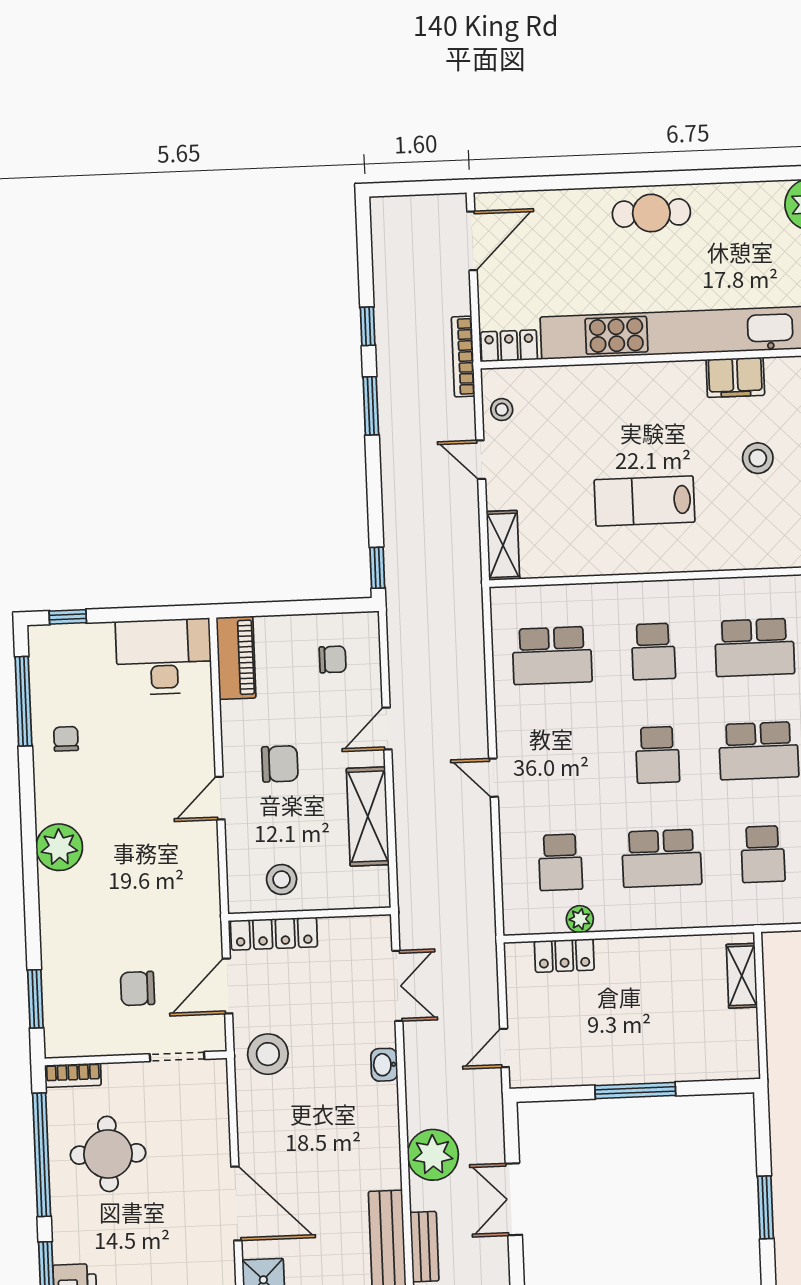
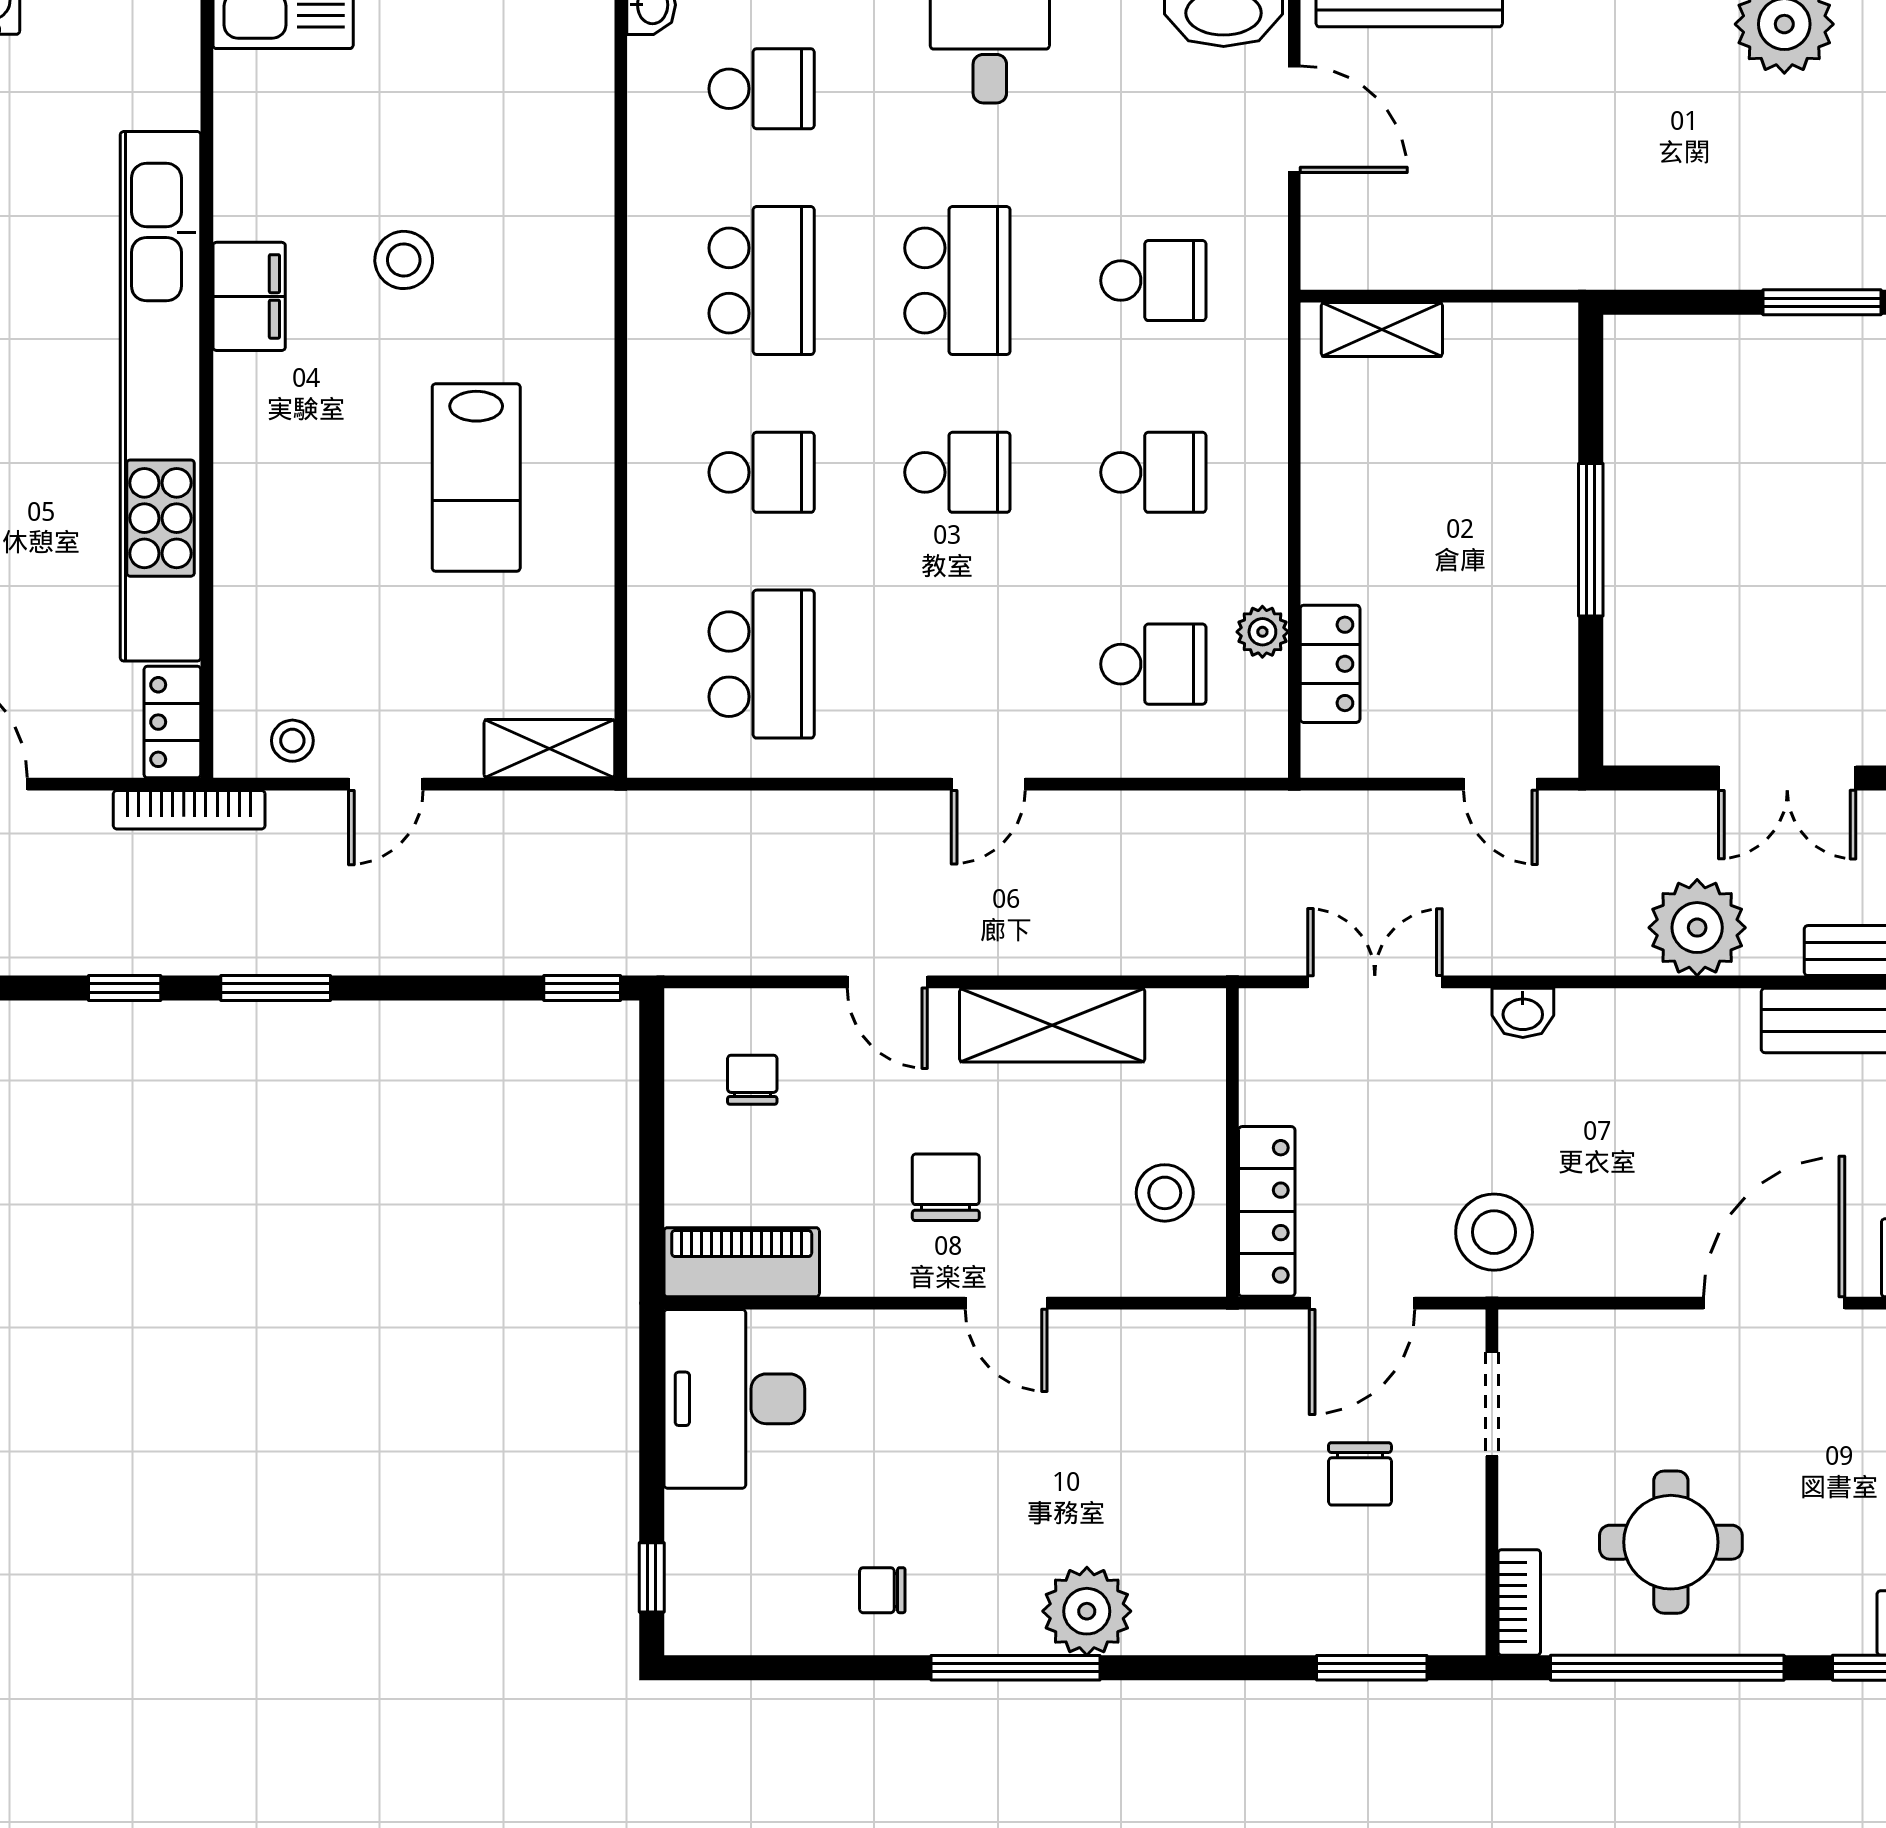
window: (23, 701) -> (1015, 1668), moved
school desk: (662, 858) -> (1153, 472), width x0.54
door: (228, 986) -> (1362, 1303), hinge flipped

